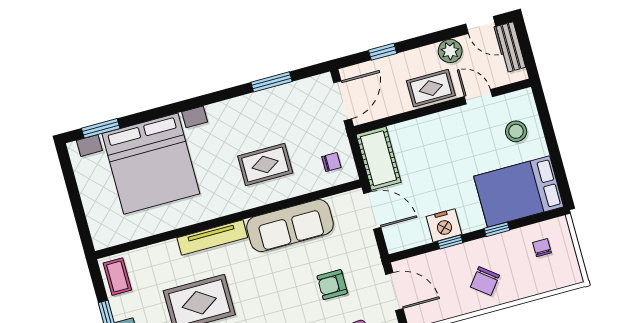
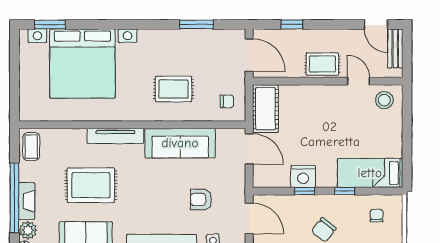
plant: (450, 51) -> (346, 39), removed
door: (343, 101) -> (249, 55), hinge flipped
stool: (516, 131) -> (384, 100), moved
bed: (519, 191) -> (370, 173), width x0.67

